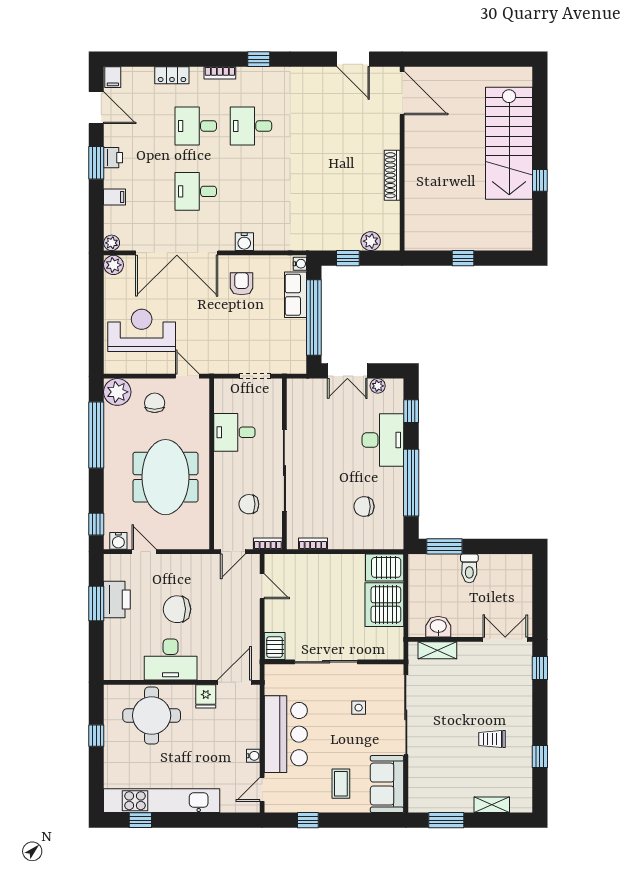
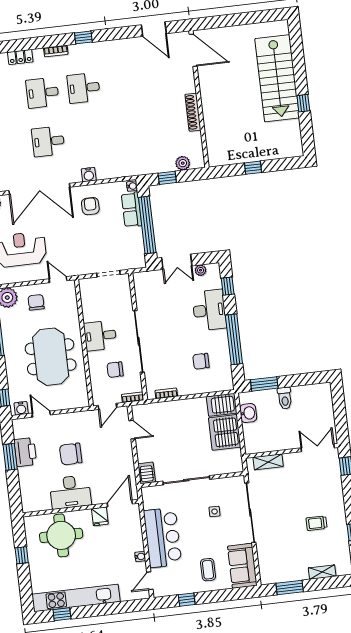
desk: (234, 432) -> (100, 336), moved
washbasin: (438, 627) -> (248, 413), moved, turned 90

